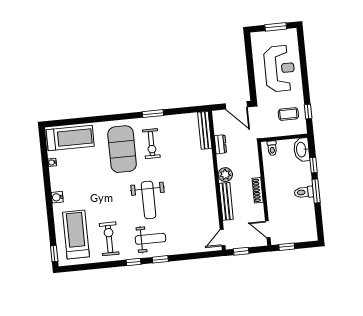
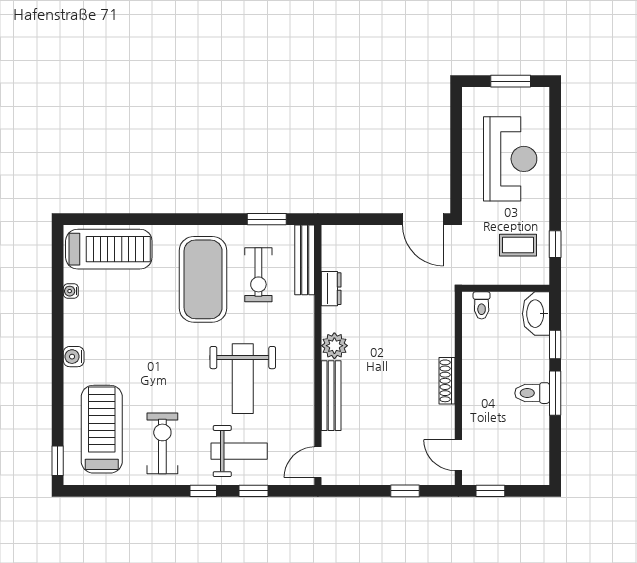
bench: (205, 130) -> (305, 260), moved
dresser: (220, 144) -> (331, 289), moved
plant: (225, 175) -> (334, 346), moved
wall: (217, 180) -> (318, 355), moved
bench: (226, 201) -> (331, 396), moved
door: (223, 238) -> (318, 462), moved

